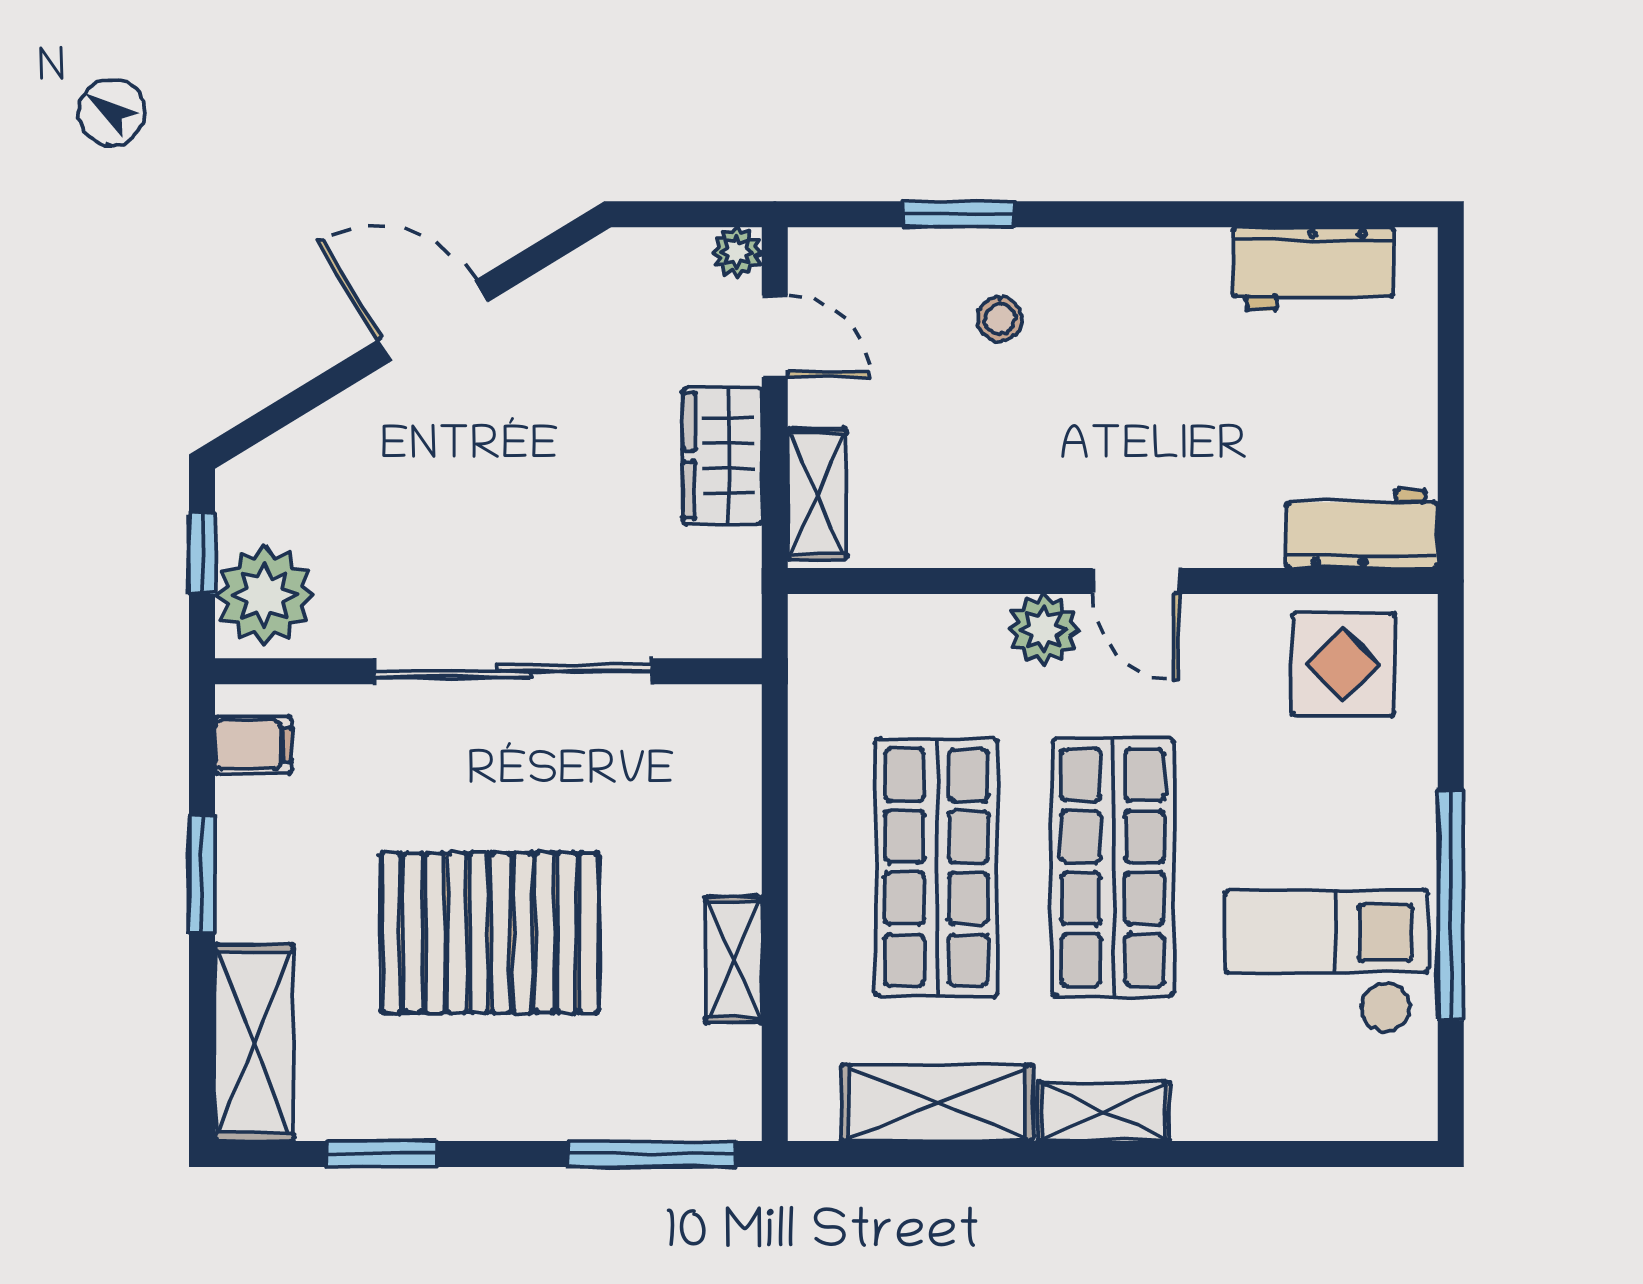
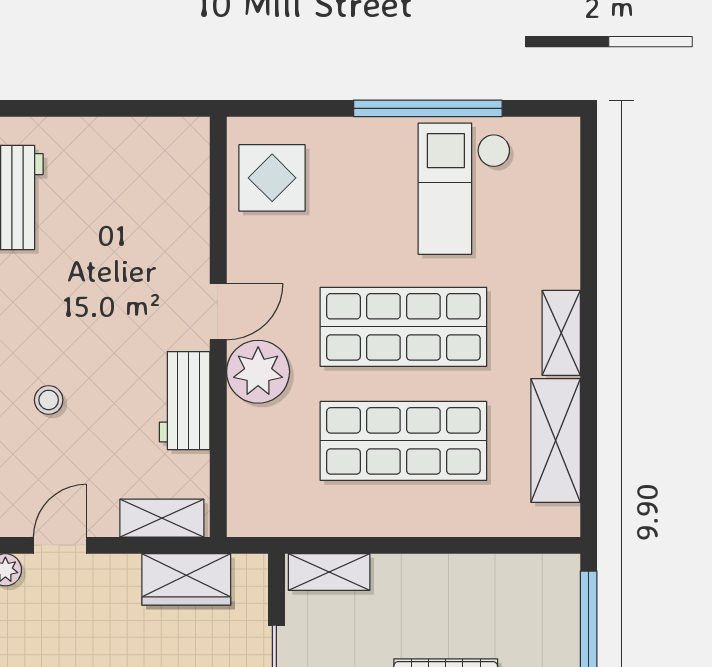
wardrobe: (722, 456) -> (186, 579), moved
workbench: (1362, 529) -> (185, 401), moved
plant: (1043, 630) -> (258, 372), width x1.36, depth x1.36
shelving: (734, 959) -> (329, 572), moved

